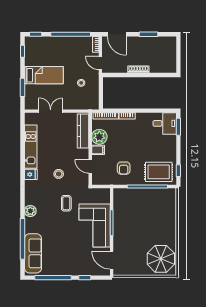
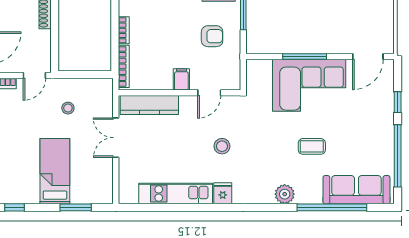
double door: (51, 111) -> (116, 138), moved
plant: (99, 137) -> (159, 77), removed
coffee table: (66, 203) -> (312, 146), moved

